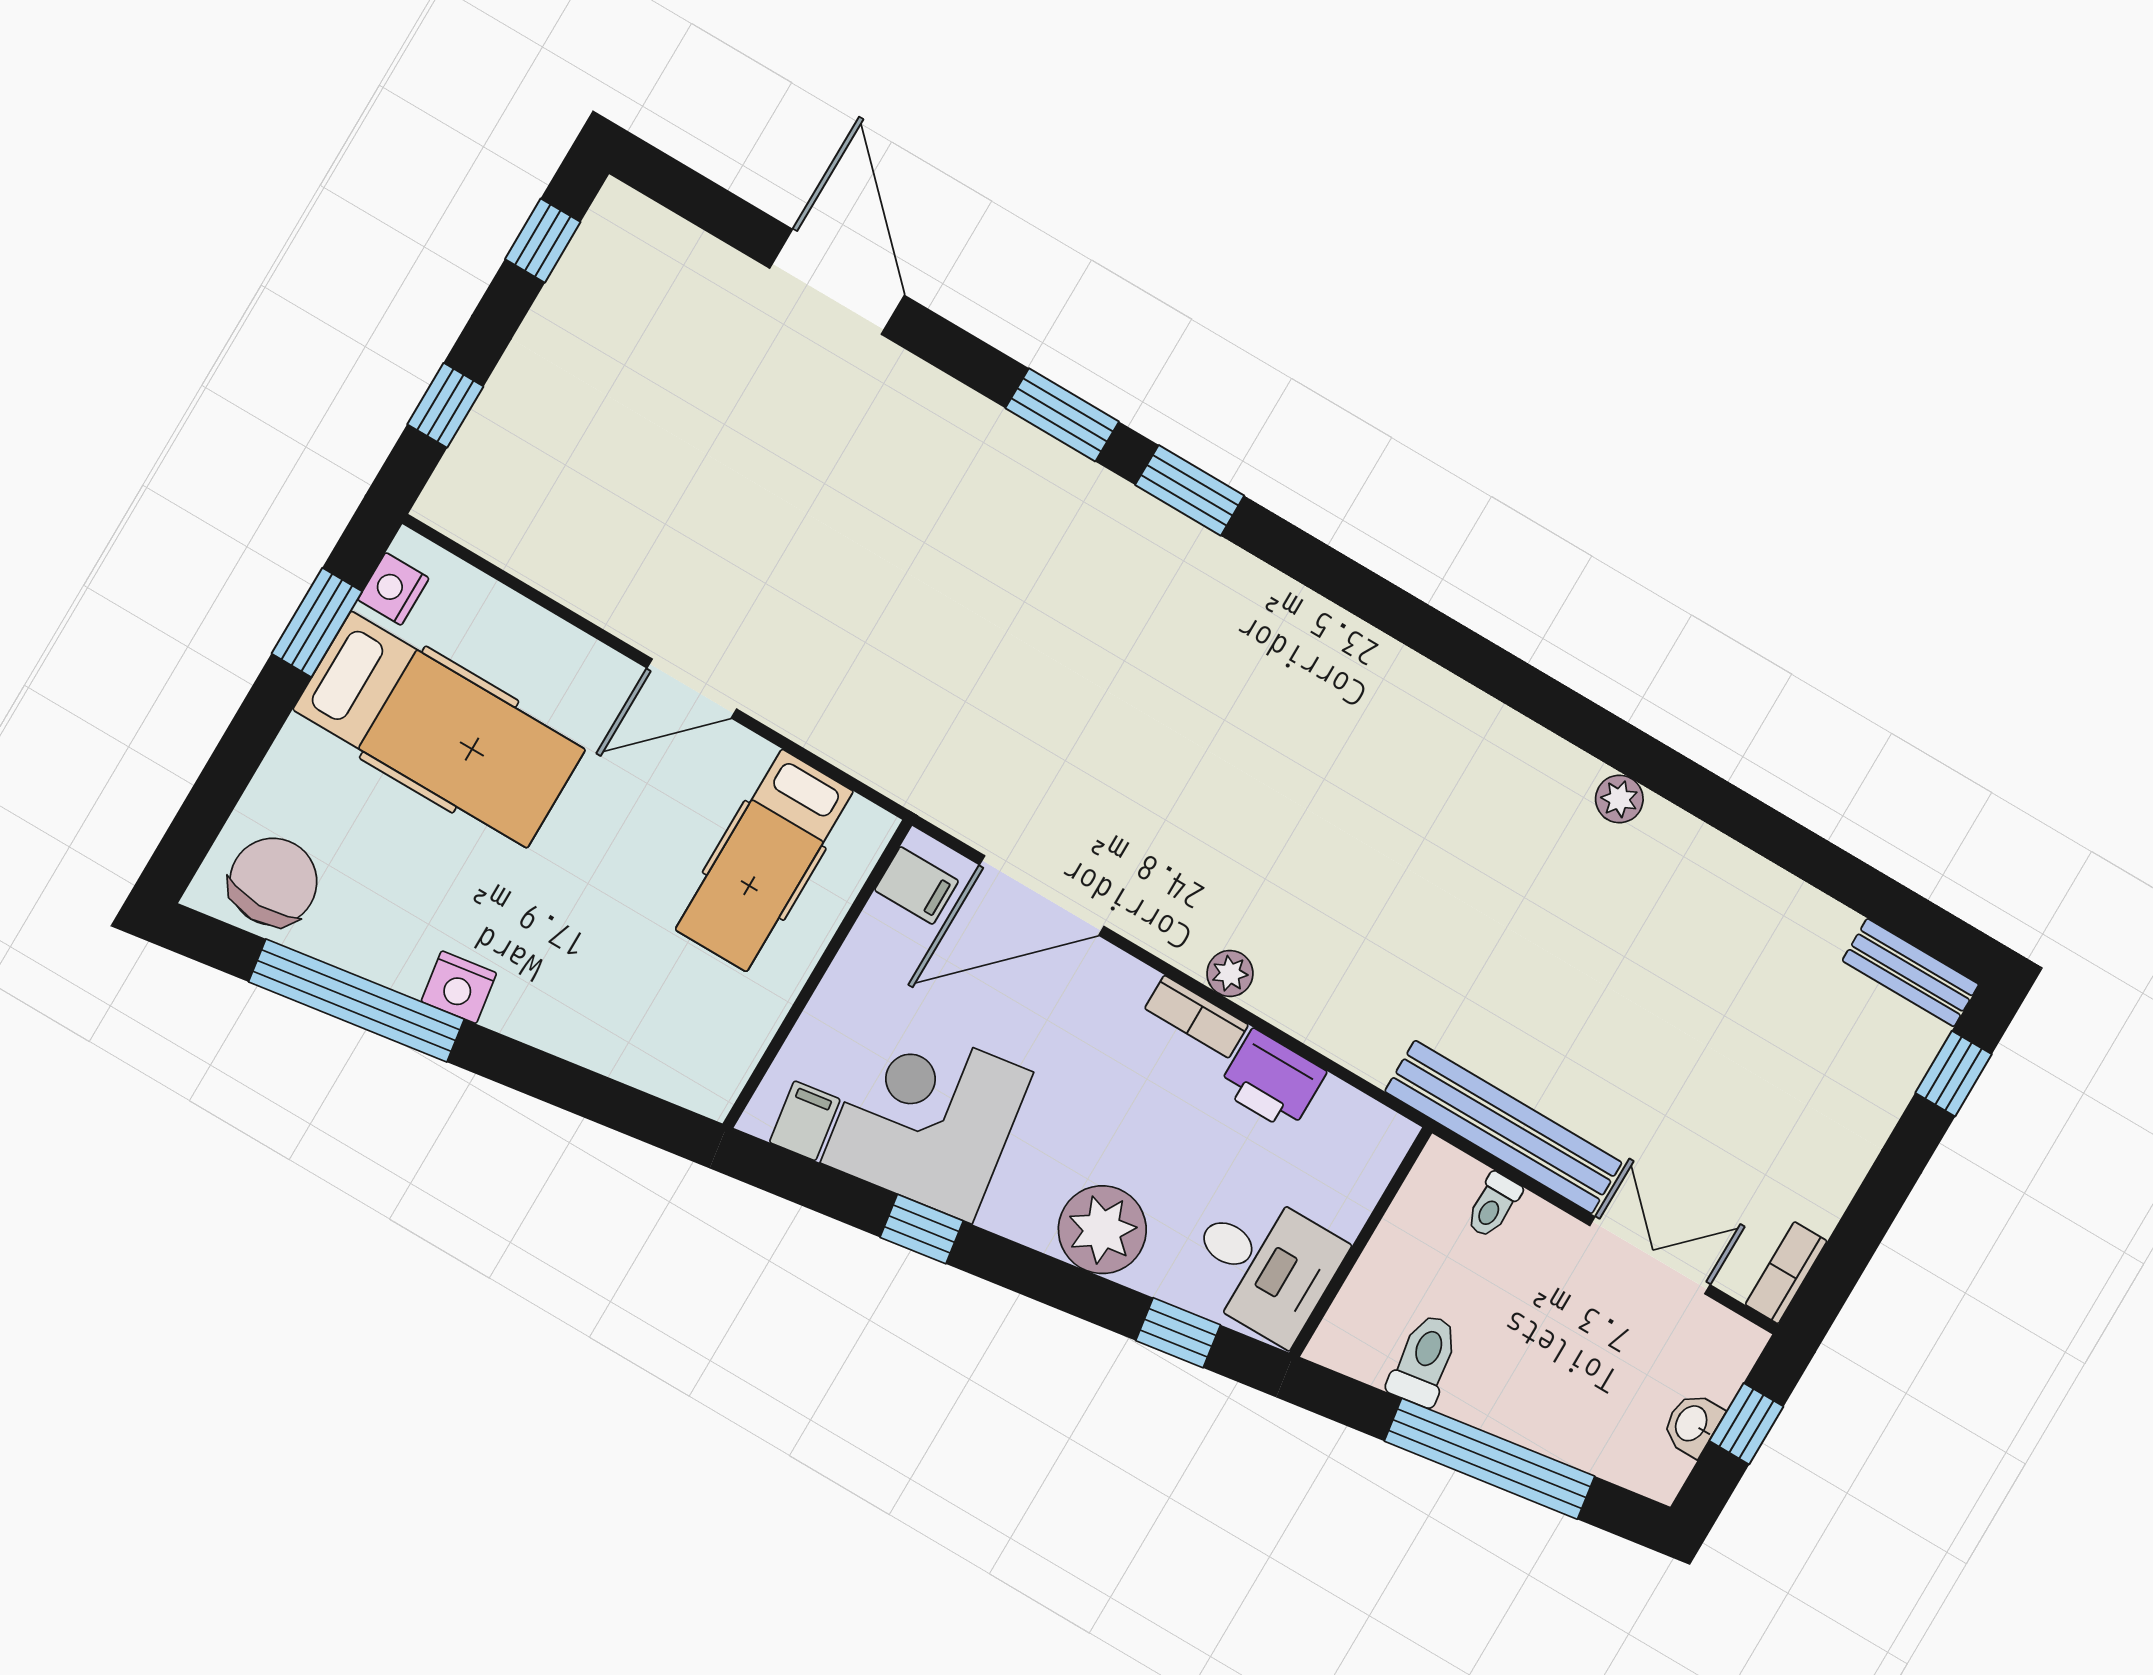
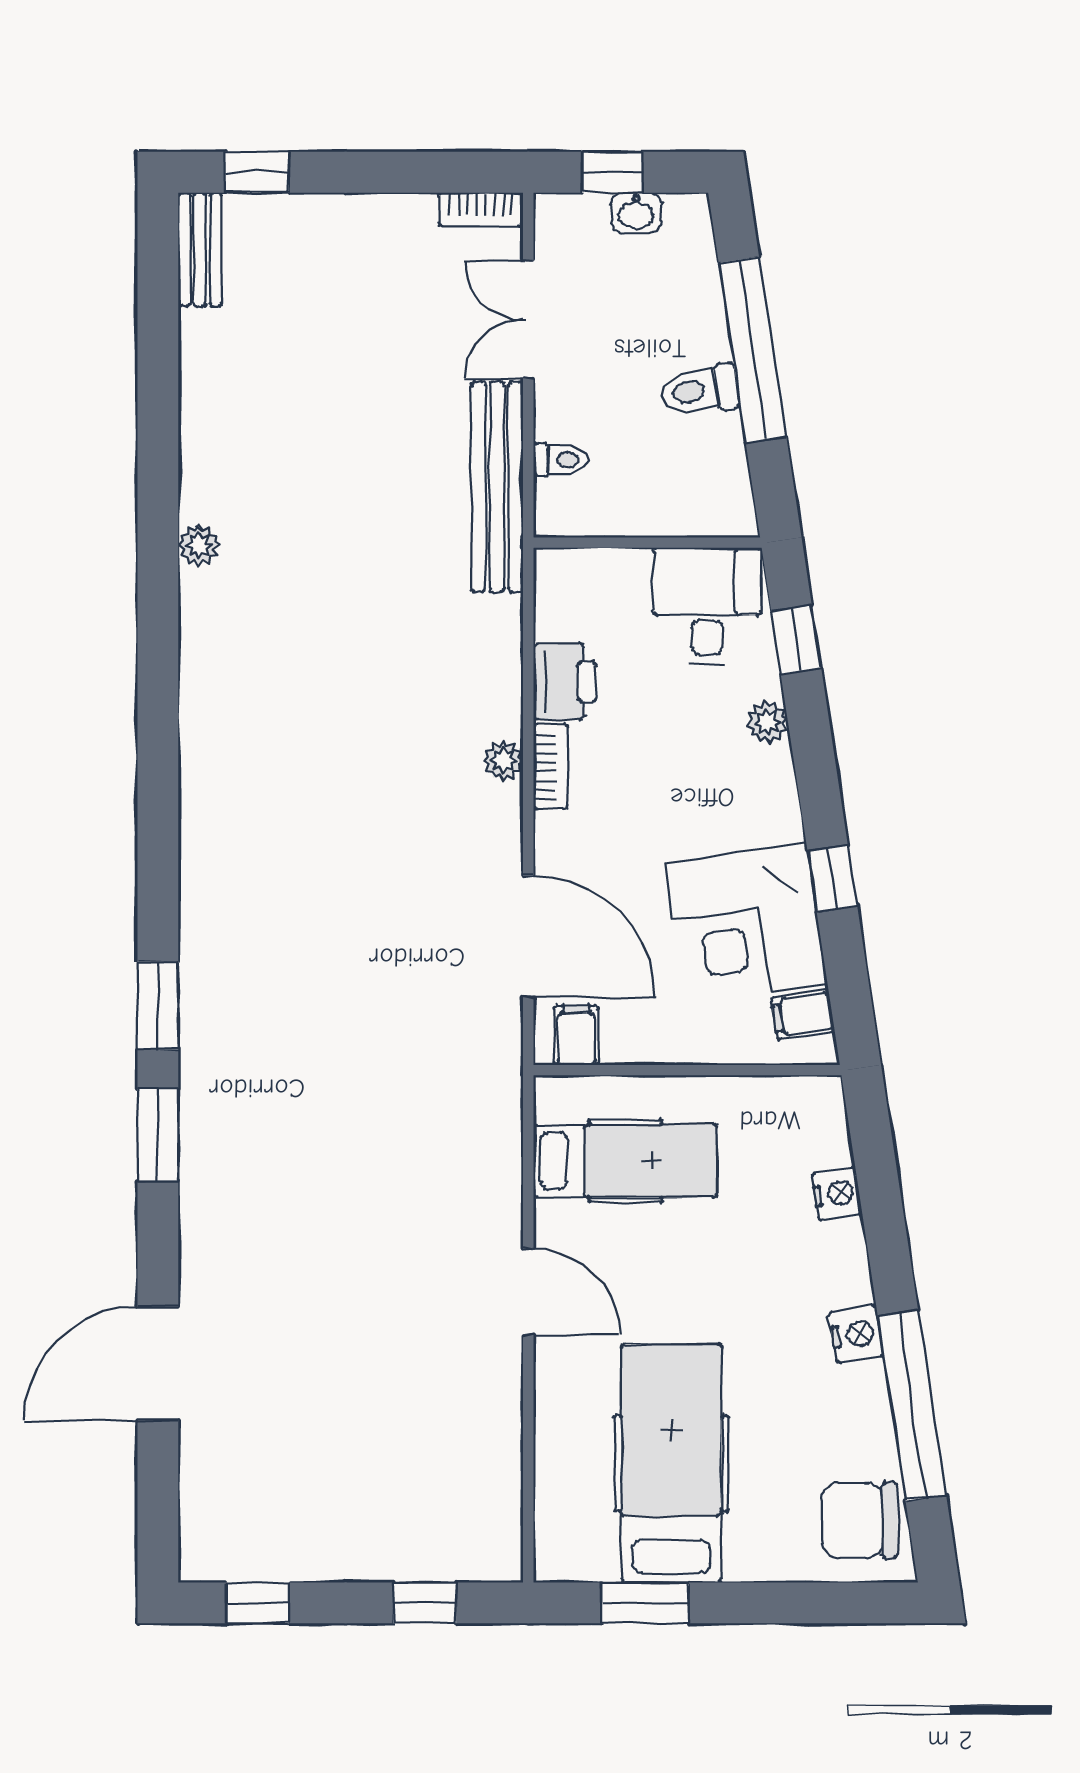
nightstand: (393, 589) -> (837, 1193), moved, turned -99
plant: (1102, 1230) -> (768, 722), width x0.53, depth x0.53
toilet: (1424, 1360) -> (699, 391), moved

